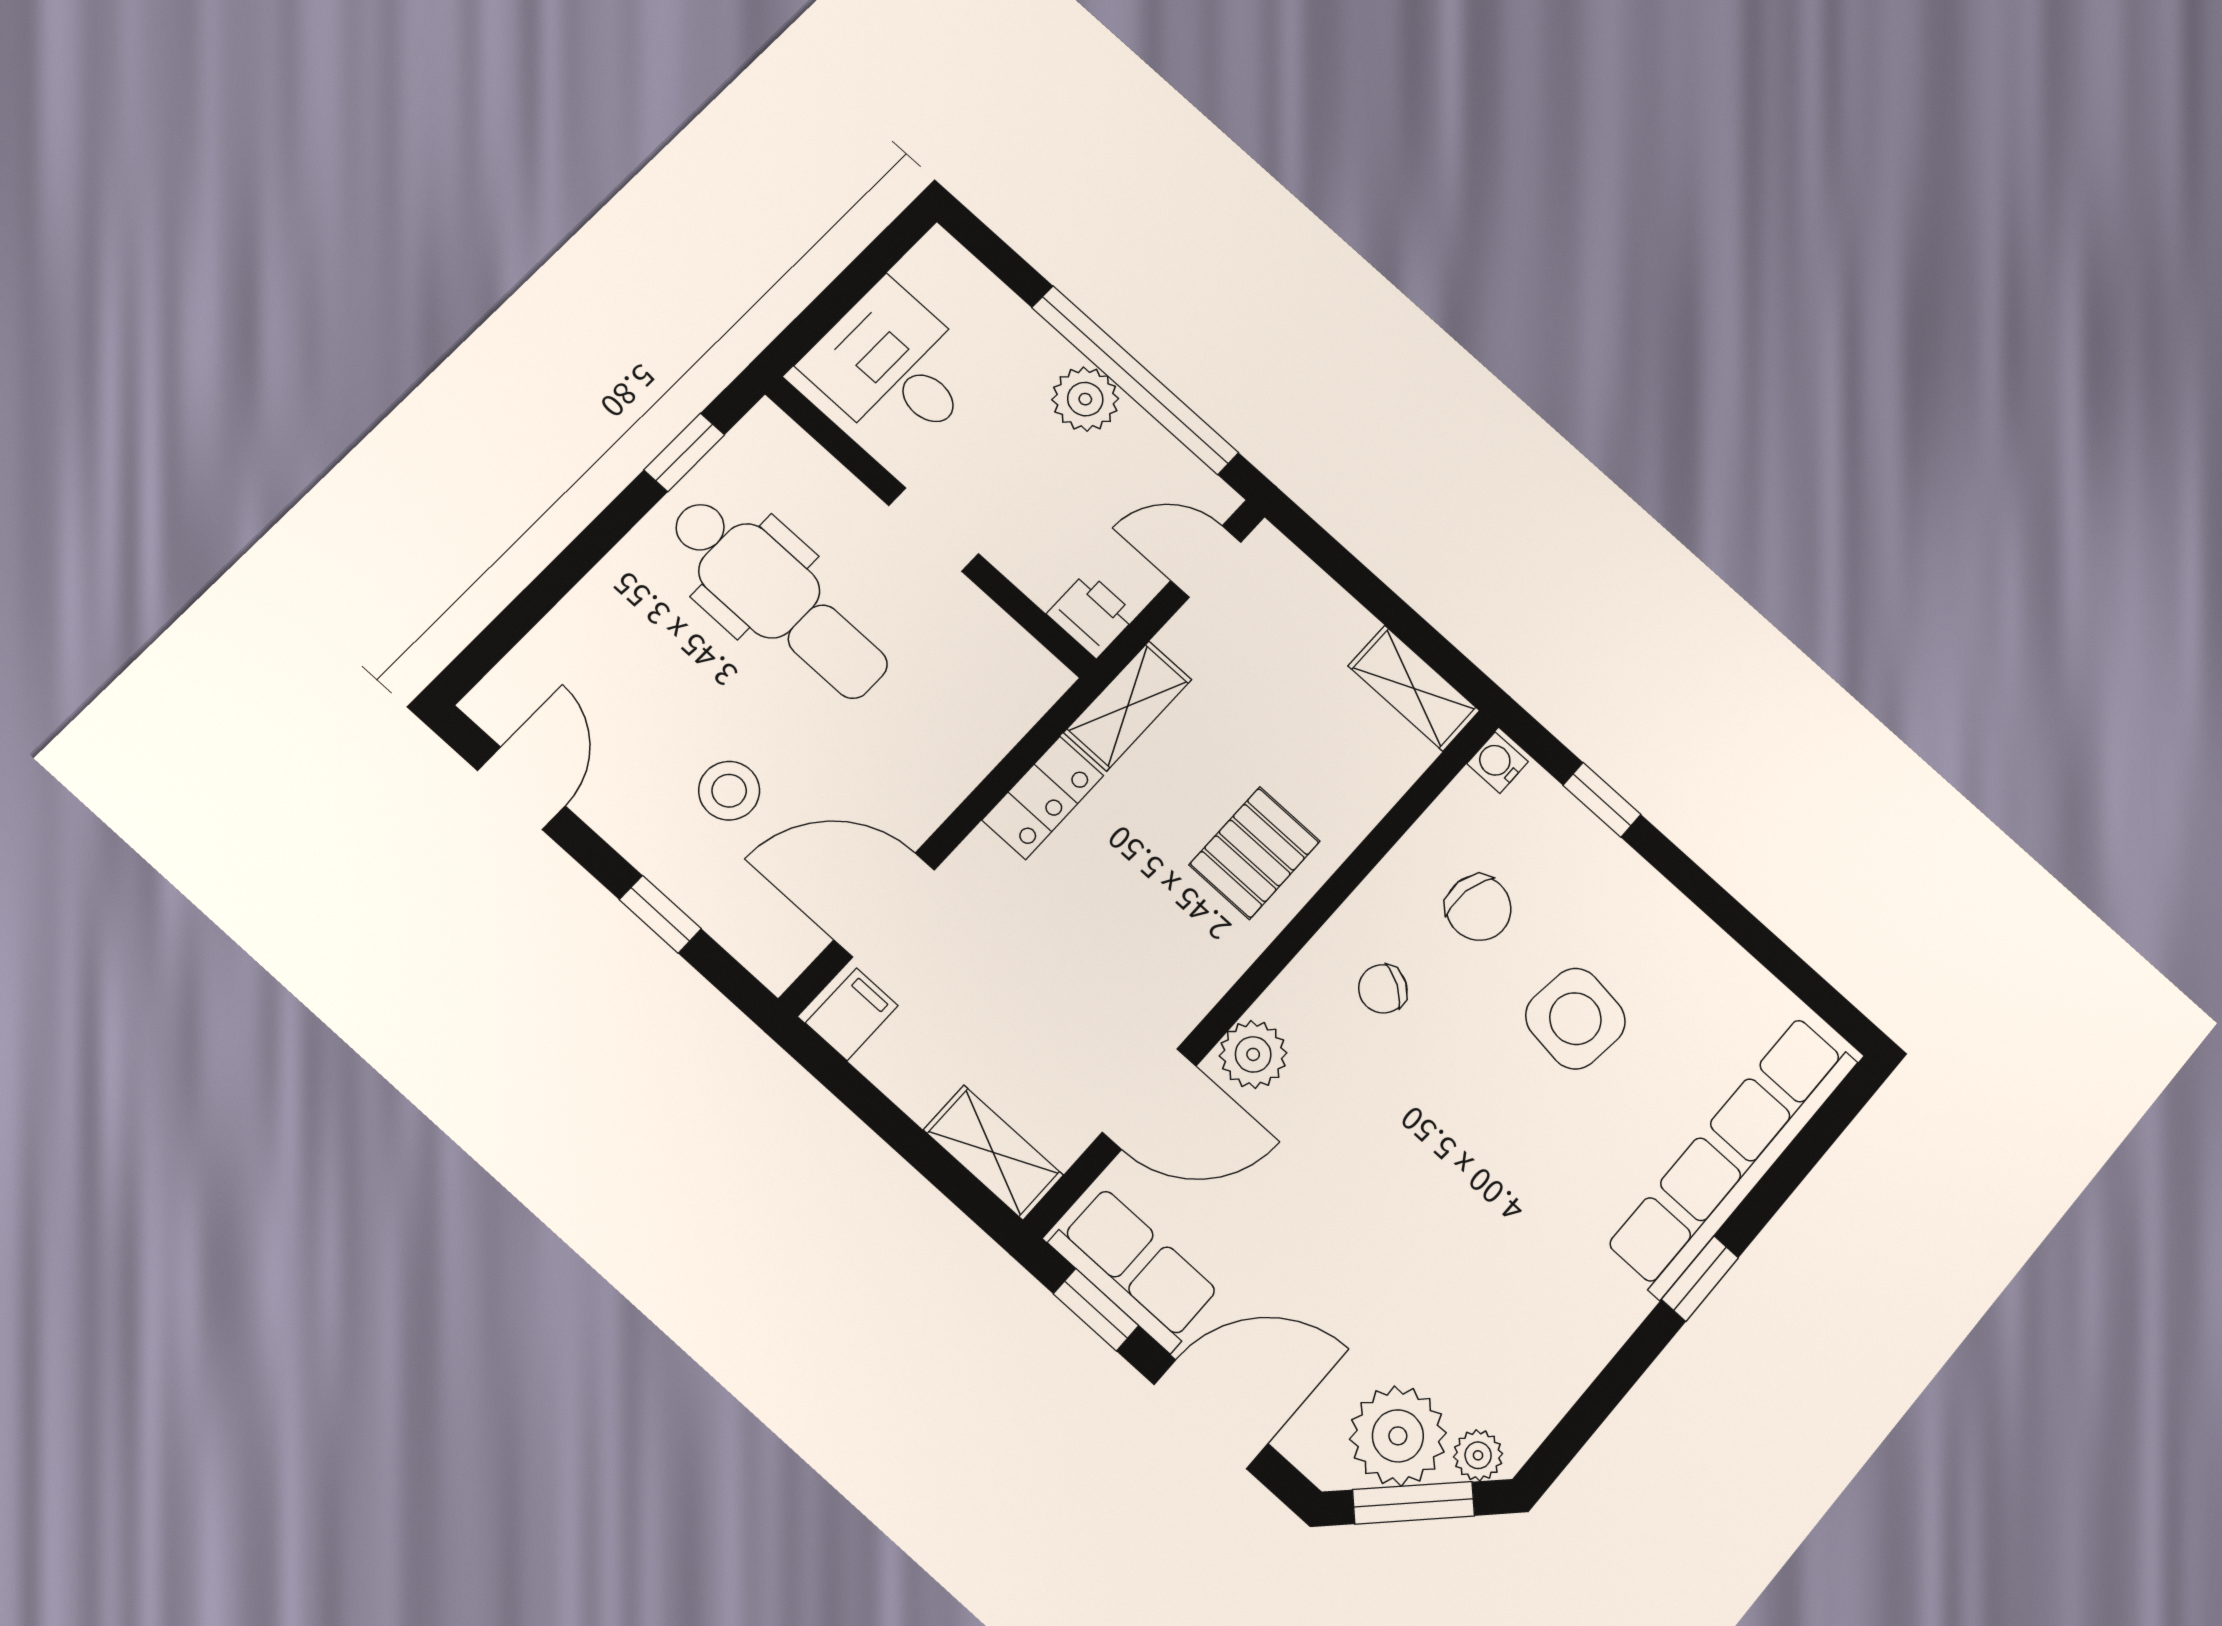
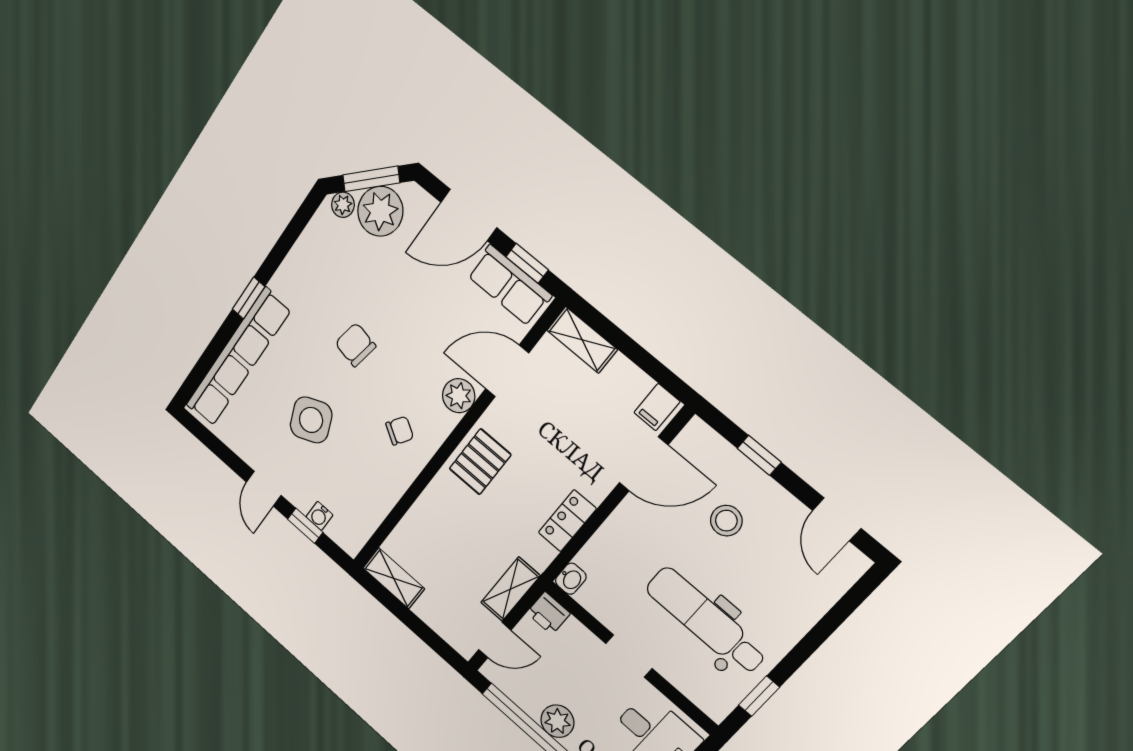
washbasin: (1042, 683) -> (571, 579), added
shelving: (1128, 706) -> (510, 589), moved
water cooler: (1498, 763) -> (319, 516), moved, turned 90
pallet: (1255, 853) -> (480, 462), moved
door: (1691, 880) -> (264, 489), added
chair: (1478, 908) -> (355, 345), moved
side table: (1575, 1019) -> (311, 420), turned -30

